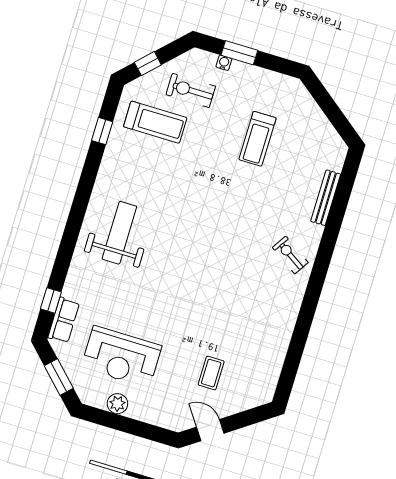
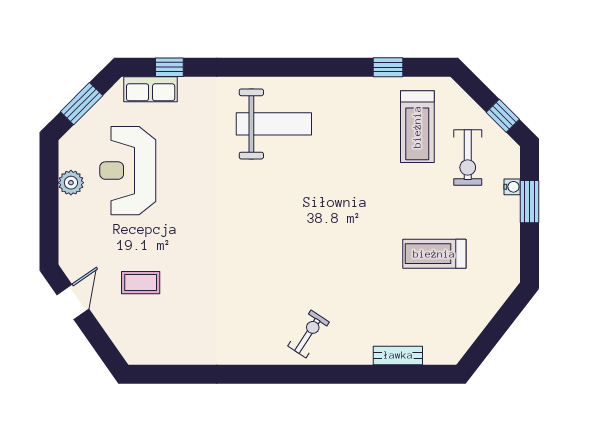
window: (148, 64) -> (503, 116), moved
exercise bike: (191, 90) -> (468, 157), turned 180
bench: (326, 198) -> (398, 355), width x0.73

